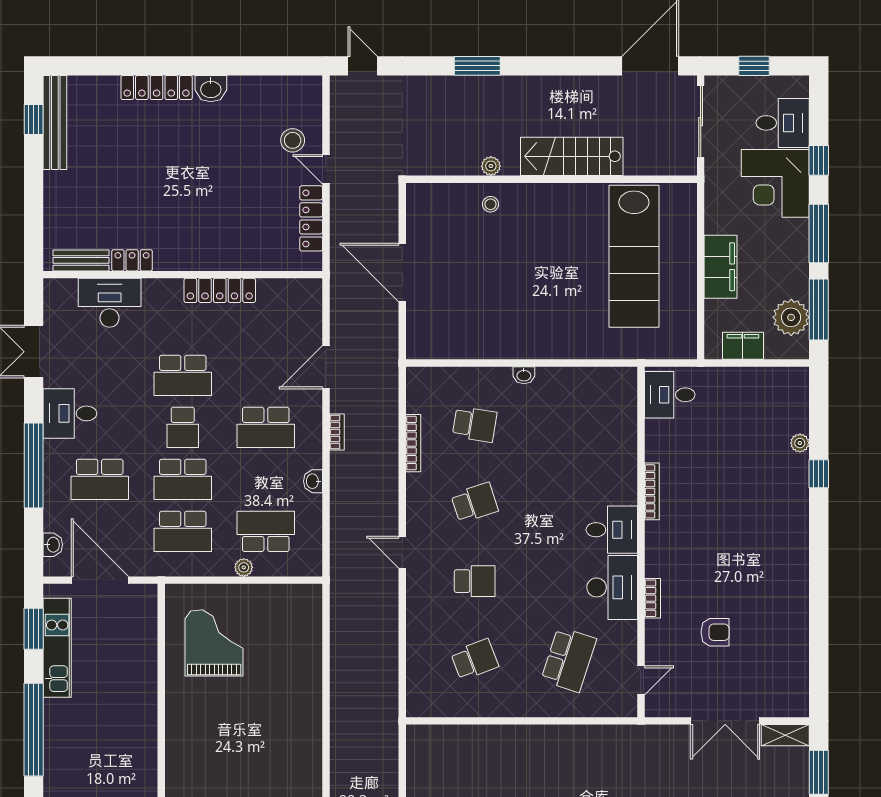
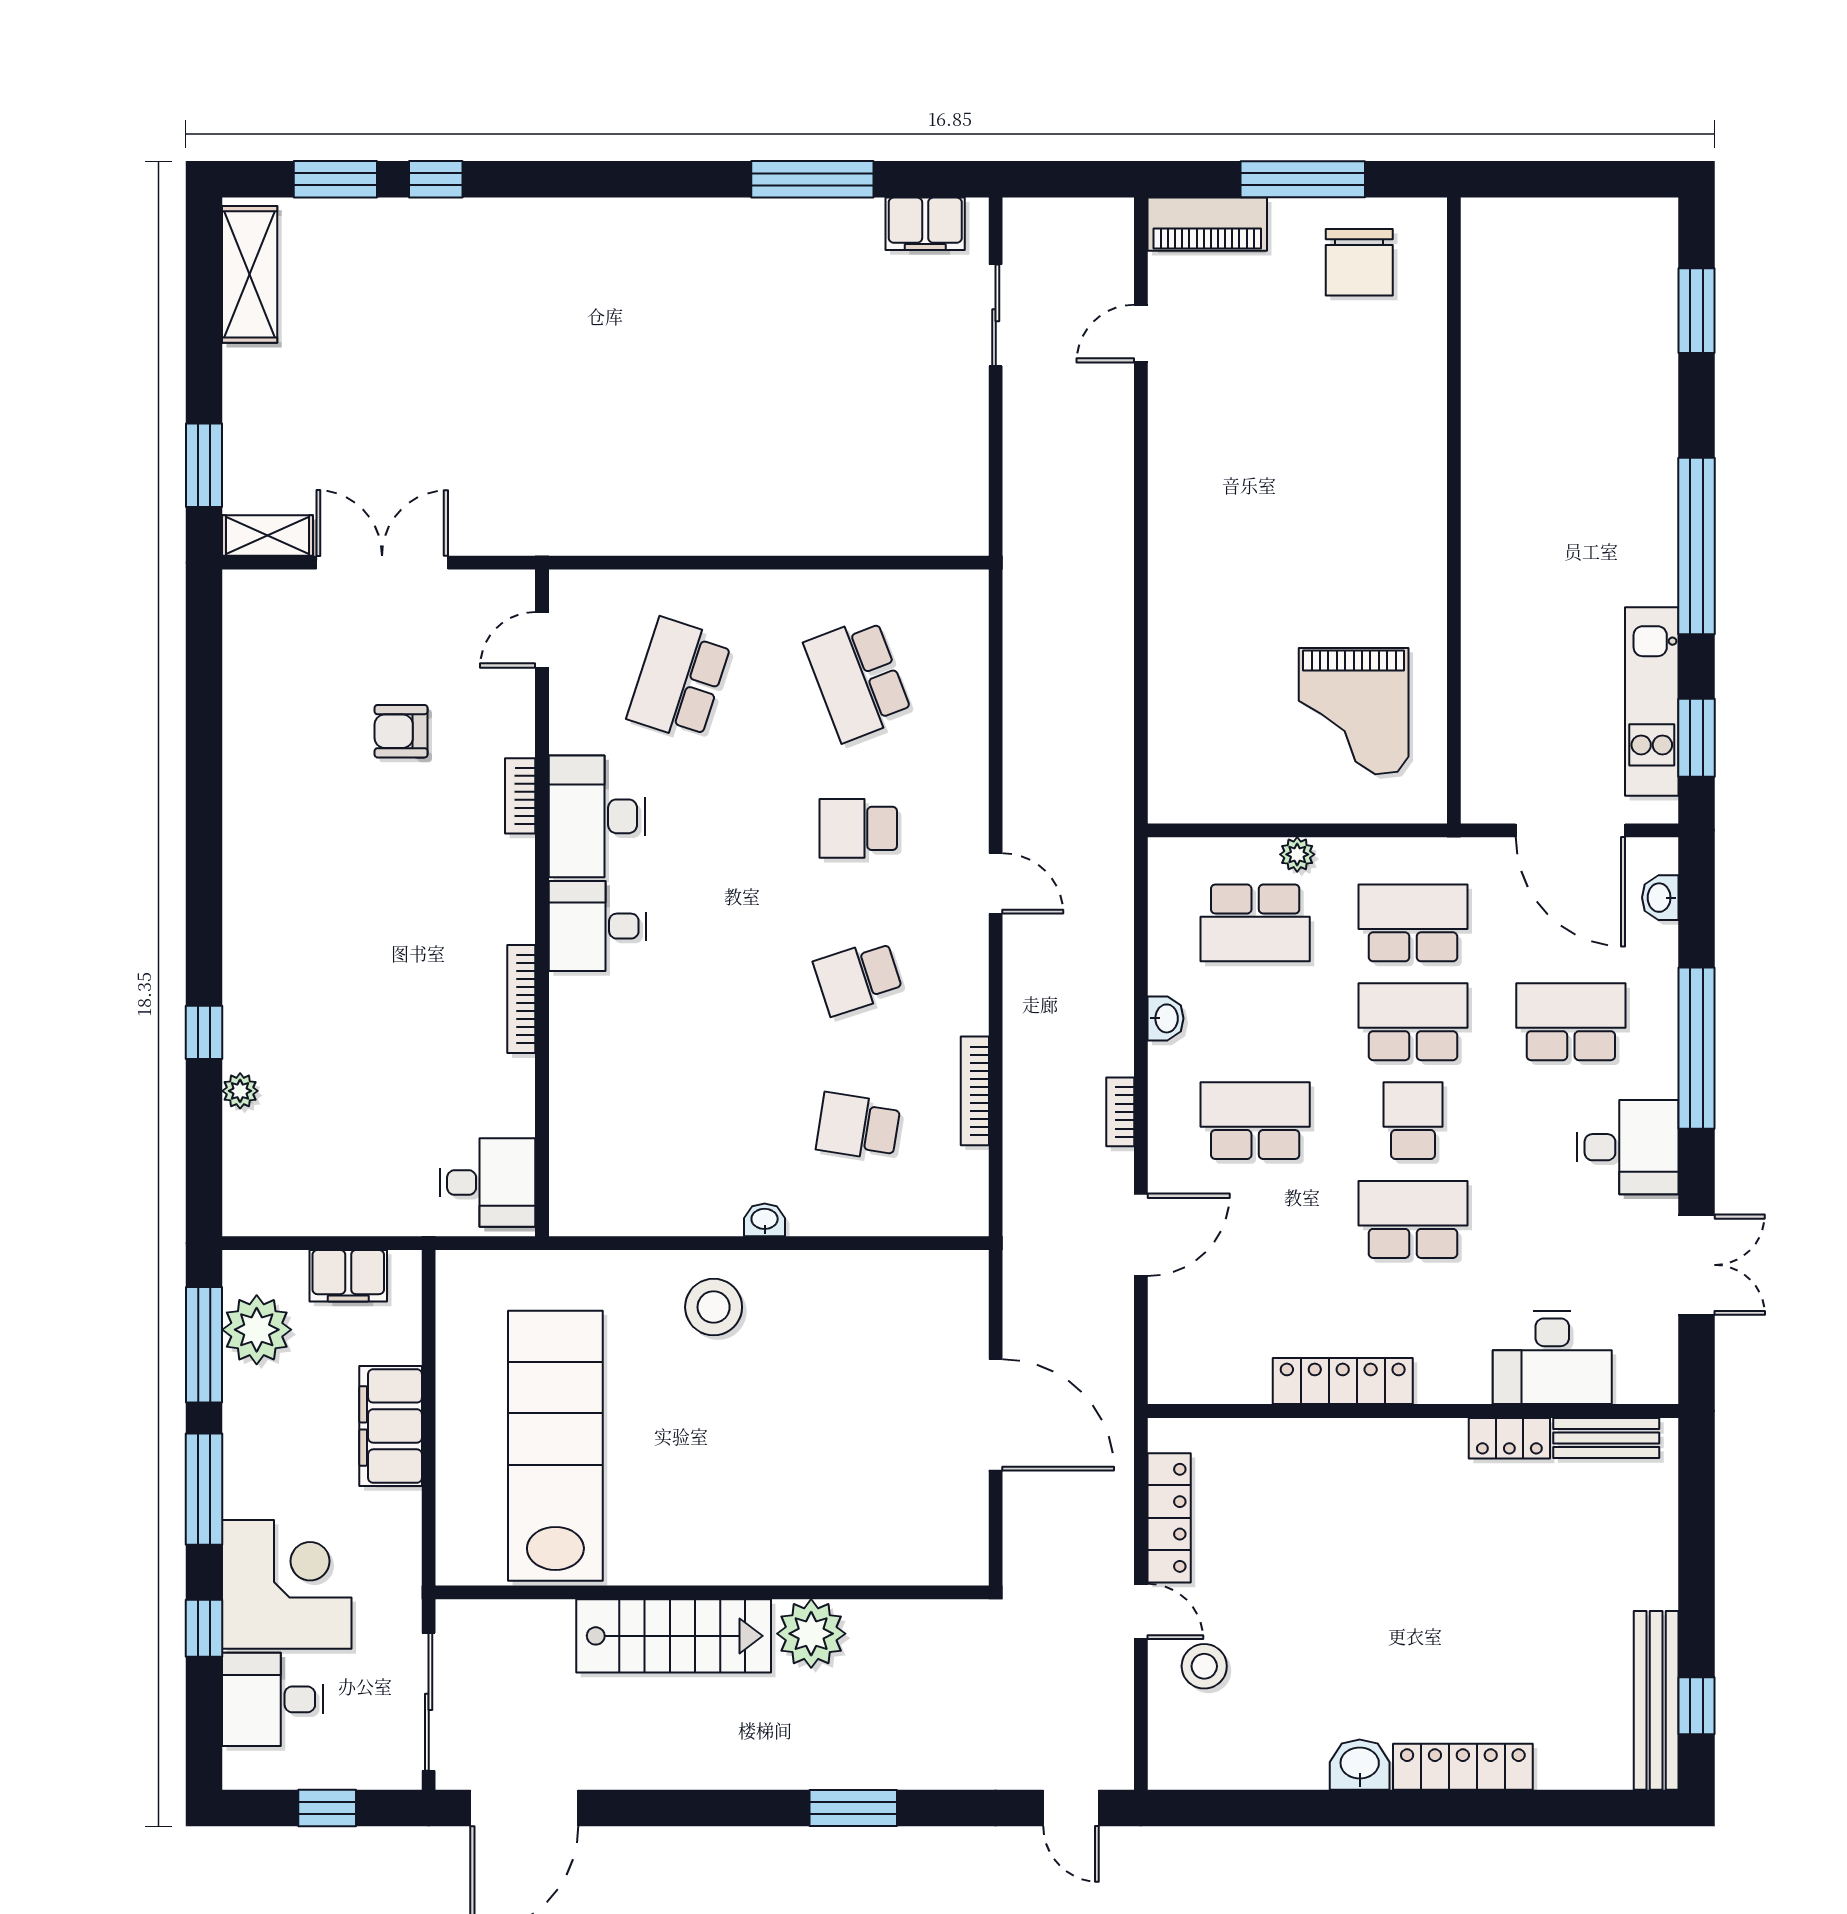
plant: (491, 166) -> (811, 1634), width x1.88, depth x1.88
stool: (490, 204) -> (714, 1307), moved, width x1.89, depth x1.89
school desk: (475, 660) -> (858, 679), width x1.85

